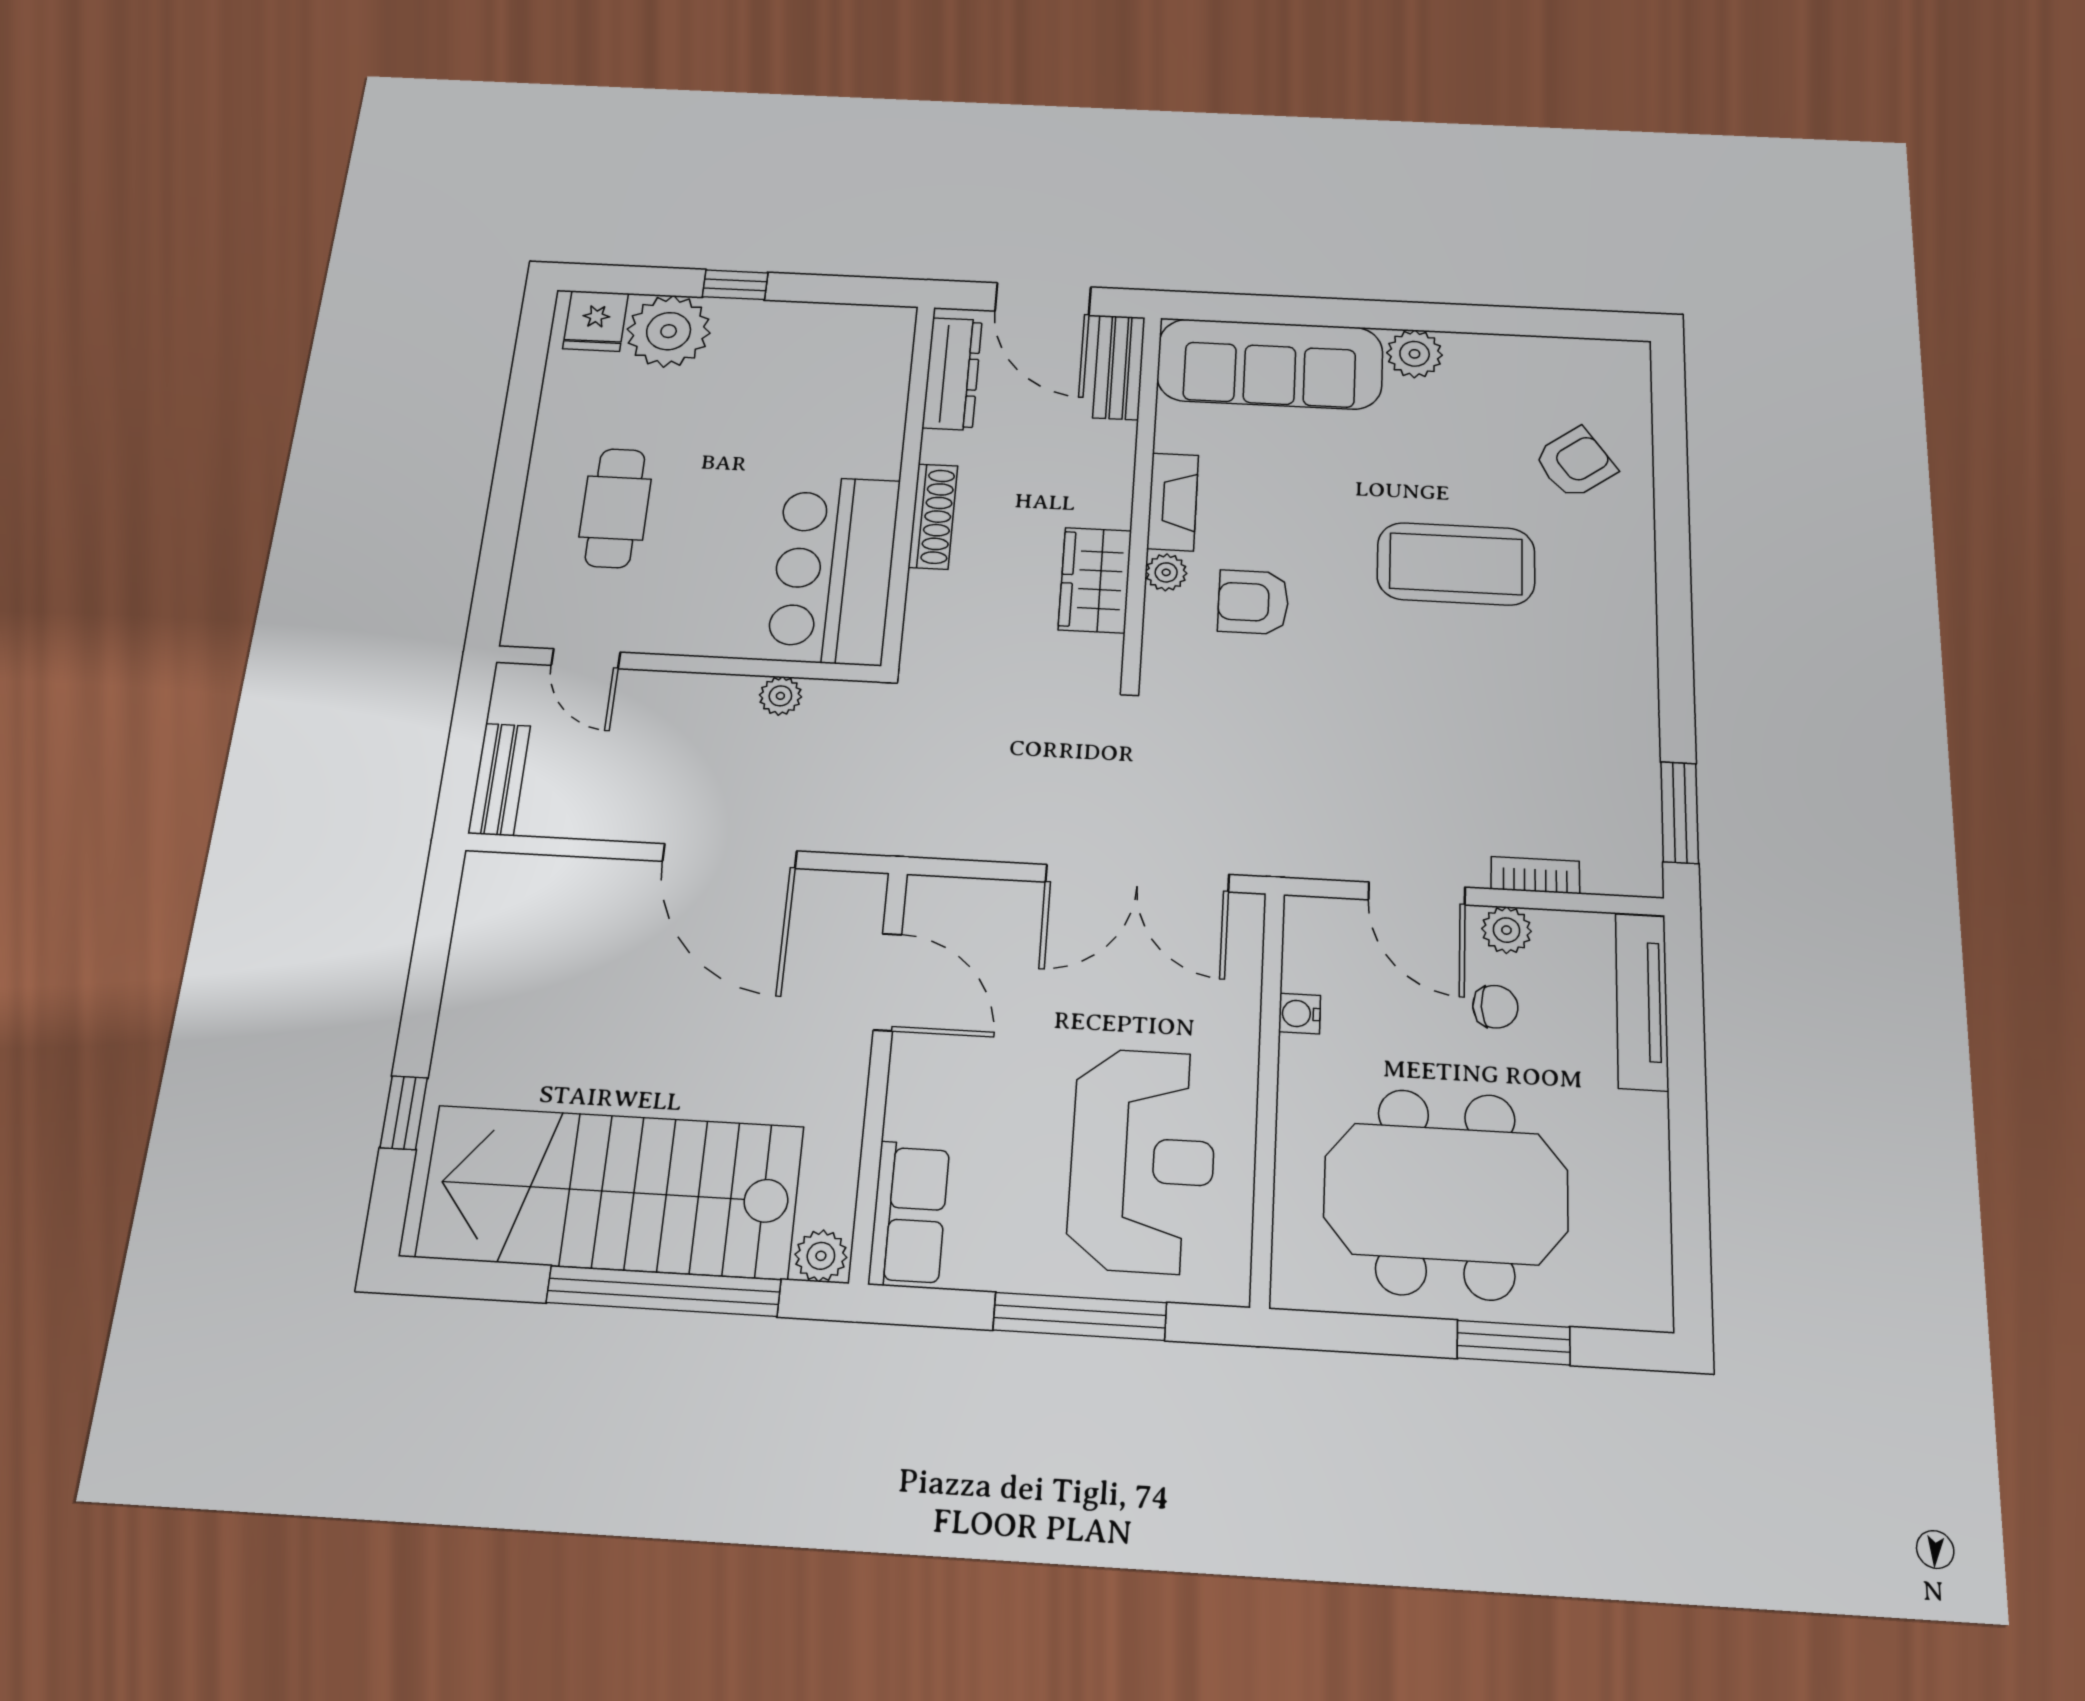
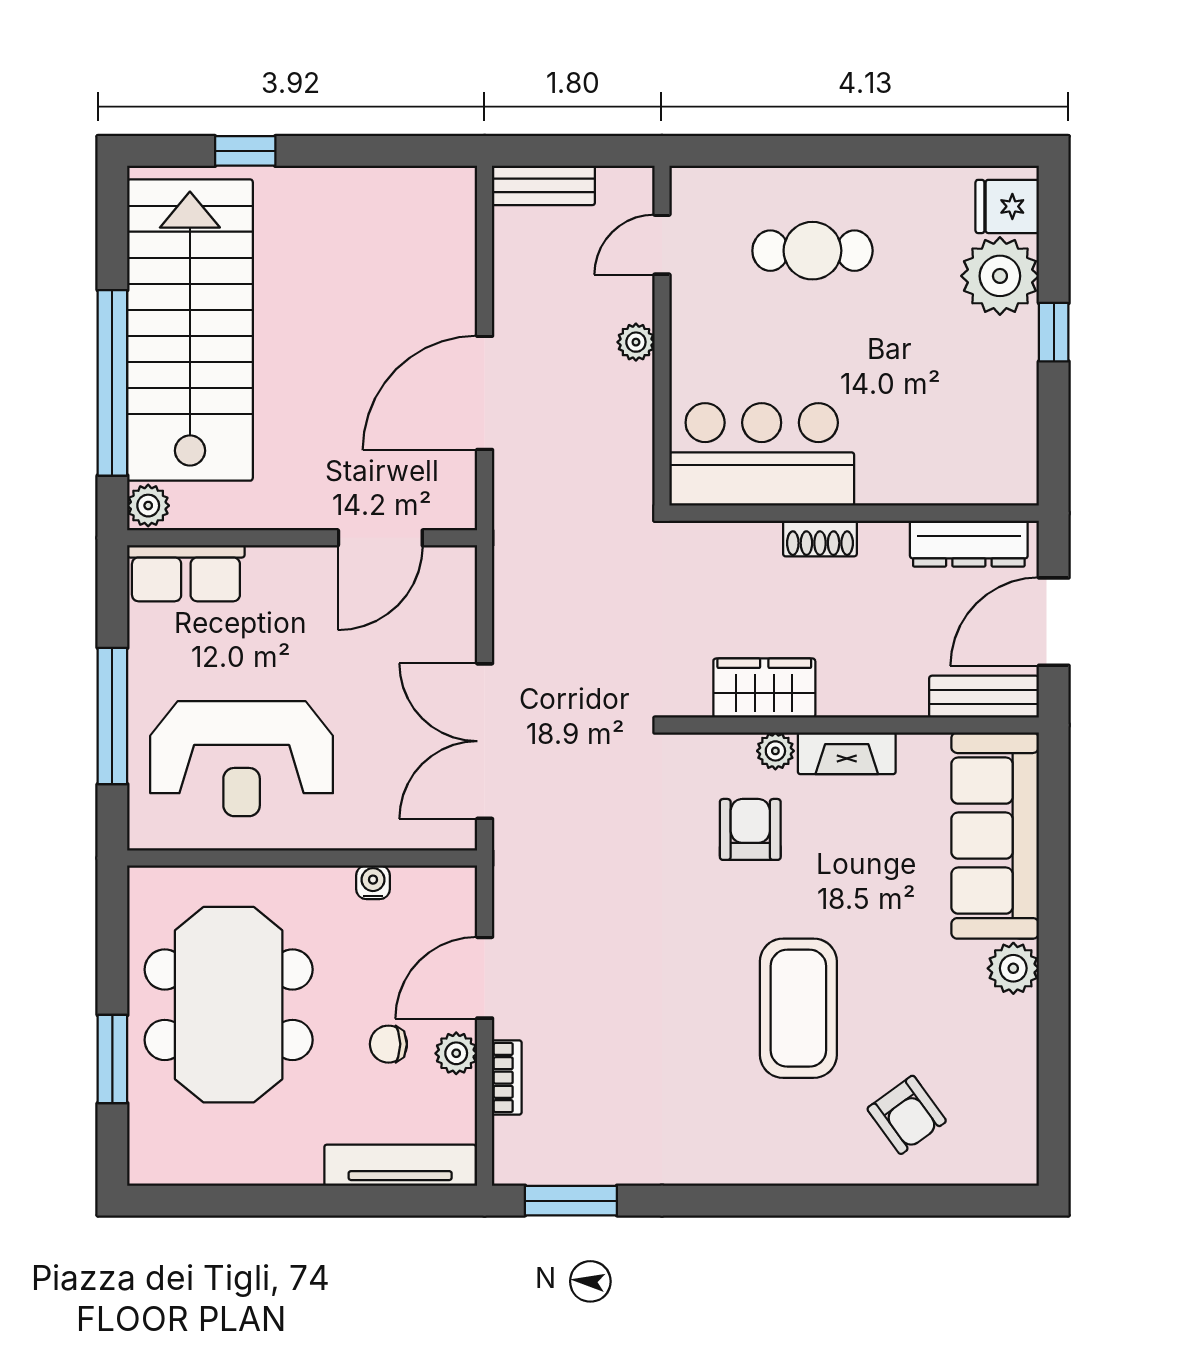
shoe rack: (933, 516) -> (820, 538), width x0.70
plant: (780, 696) -> (636, 342), moved
chair: (1495, 1007) -> (388, 1044), turned 93

